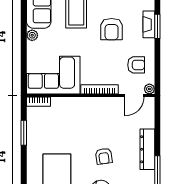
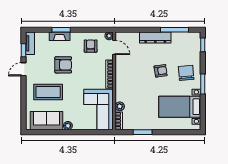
plant: (57, 103) -> (120, 106), added

